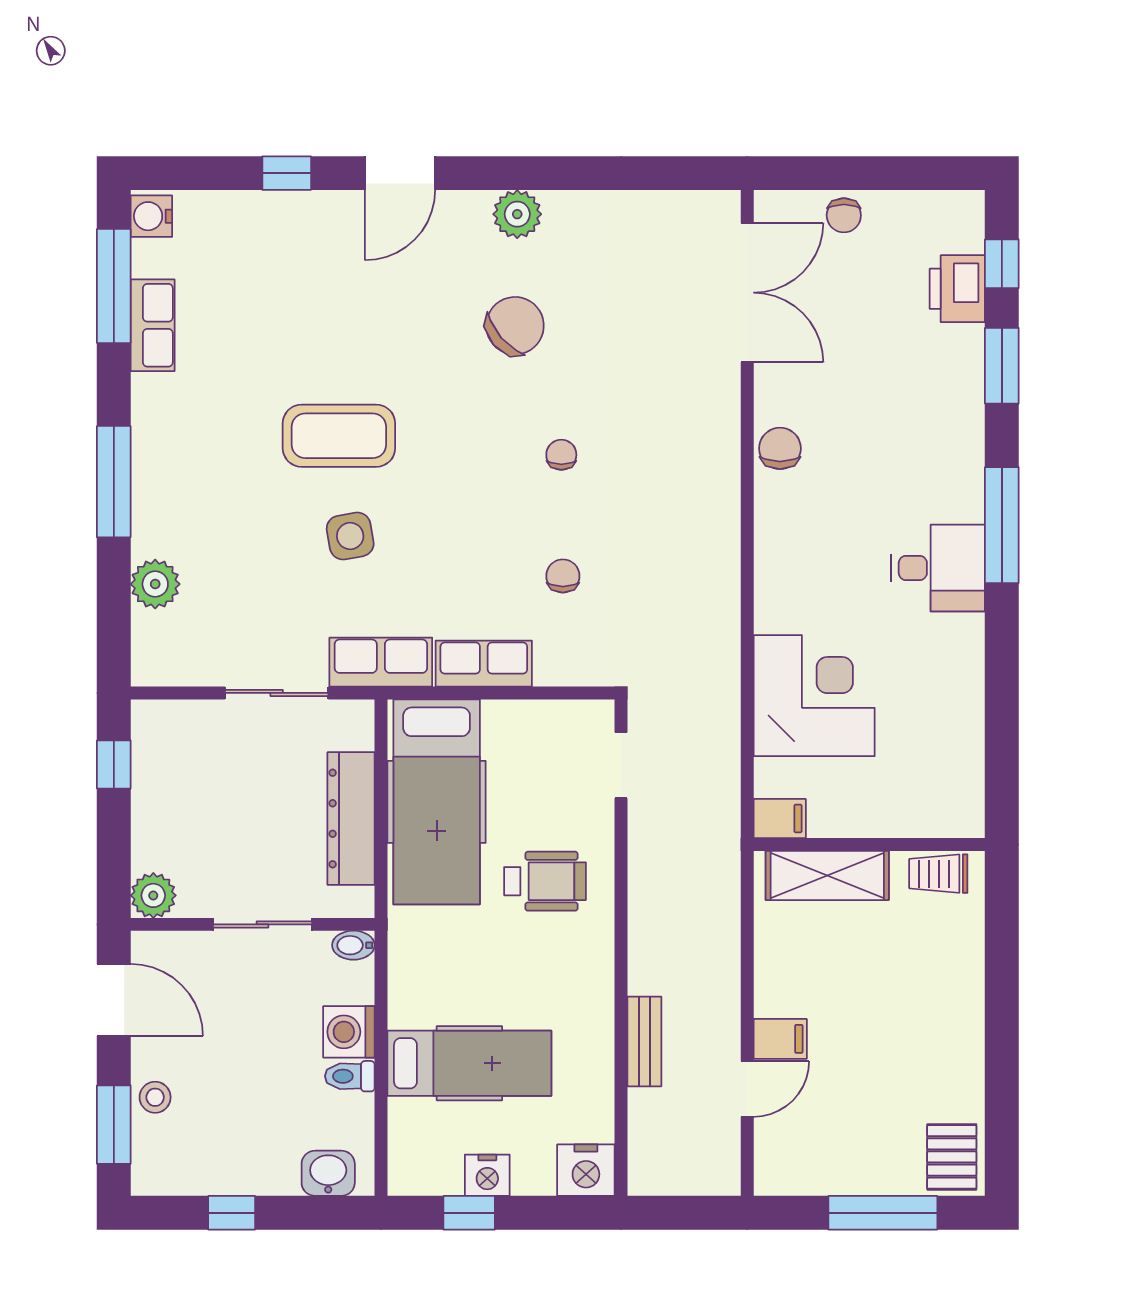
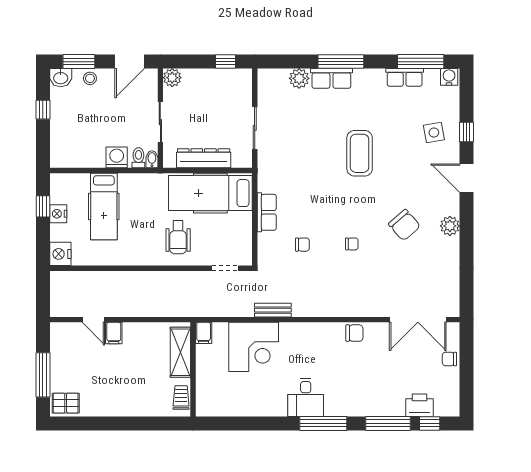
window: (1002, 366) -> (388, 423), width x1.44
side table: (350, 536) -> (434, 133), moved
row of seats: (381, 662) -> (331, 78), moved, turned 90
bench: (644, 1042) -> (273, 310), moved
toilet: (350, 1076) -> (138, 158), moved
washbasin: (328, 1173) -> (61, 78), moved, turned 90

